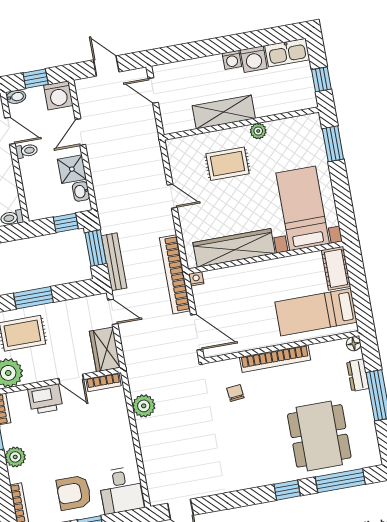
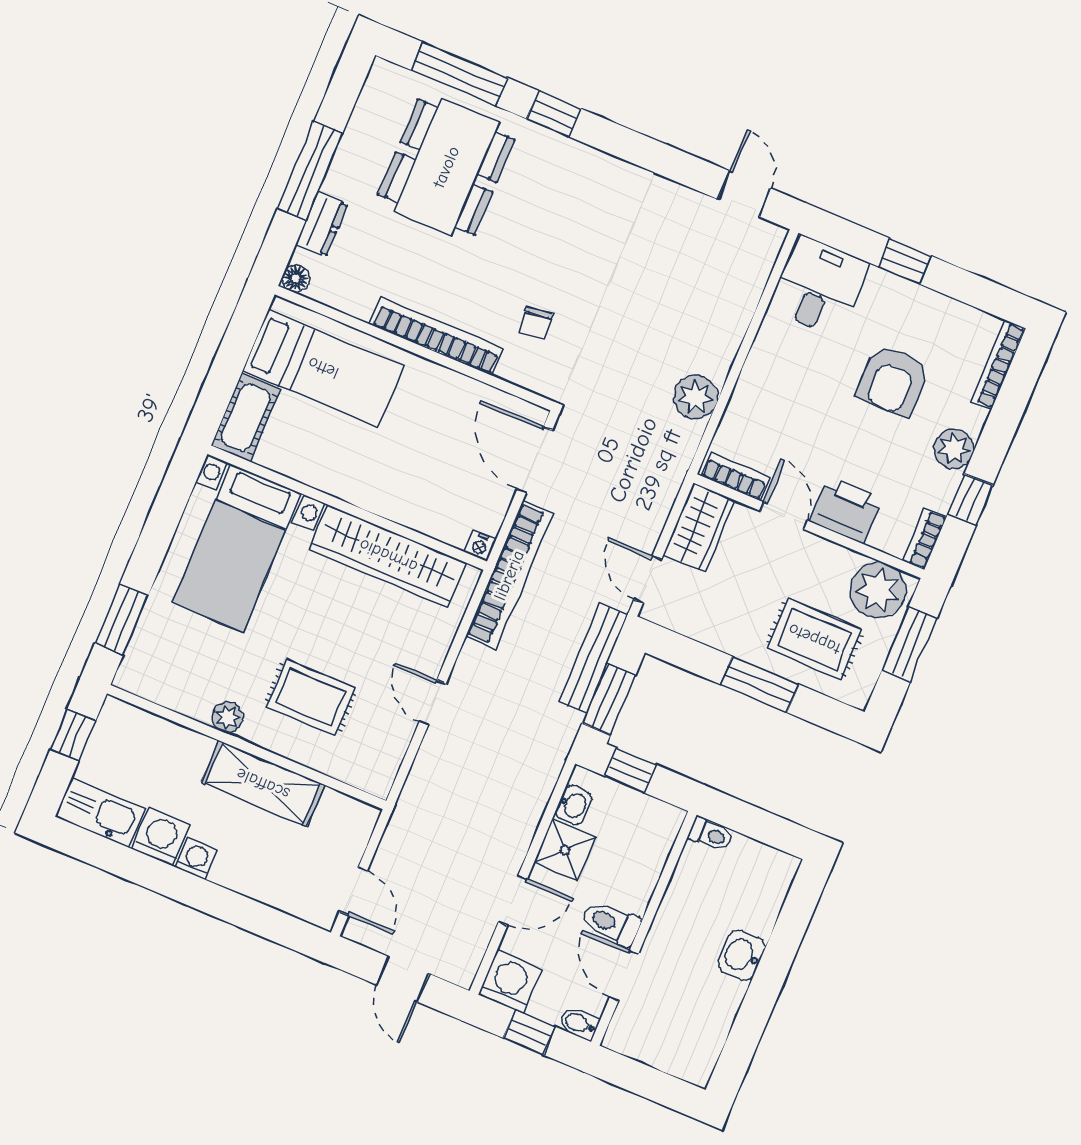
toilet: (27, 151) -> (611, 923), width x1.37, depth x1.39
armchair: (74, 493) -> (893, 380), moved, turned 90

